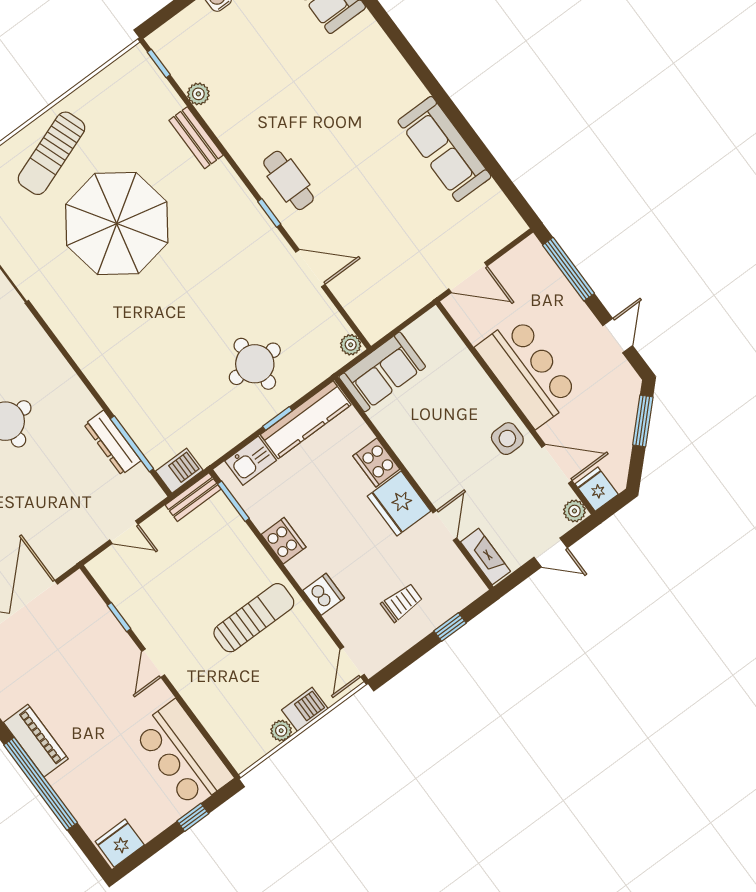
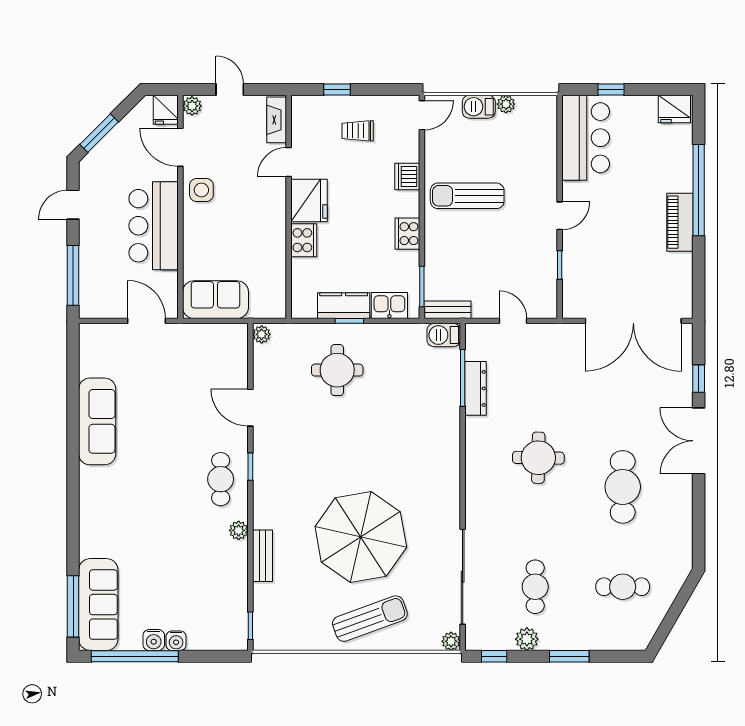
plant: (198, 94) -> (239, 530), moved
sofa: (382, 372) -> (215, 300), moved
kitchen counter: (306, 420) -> (344, 306), width x0.67

